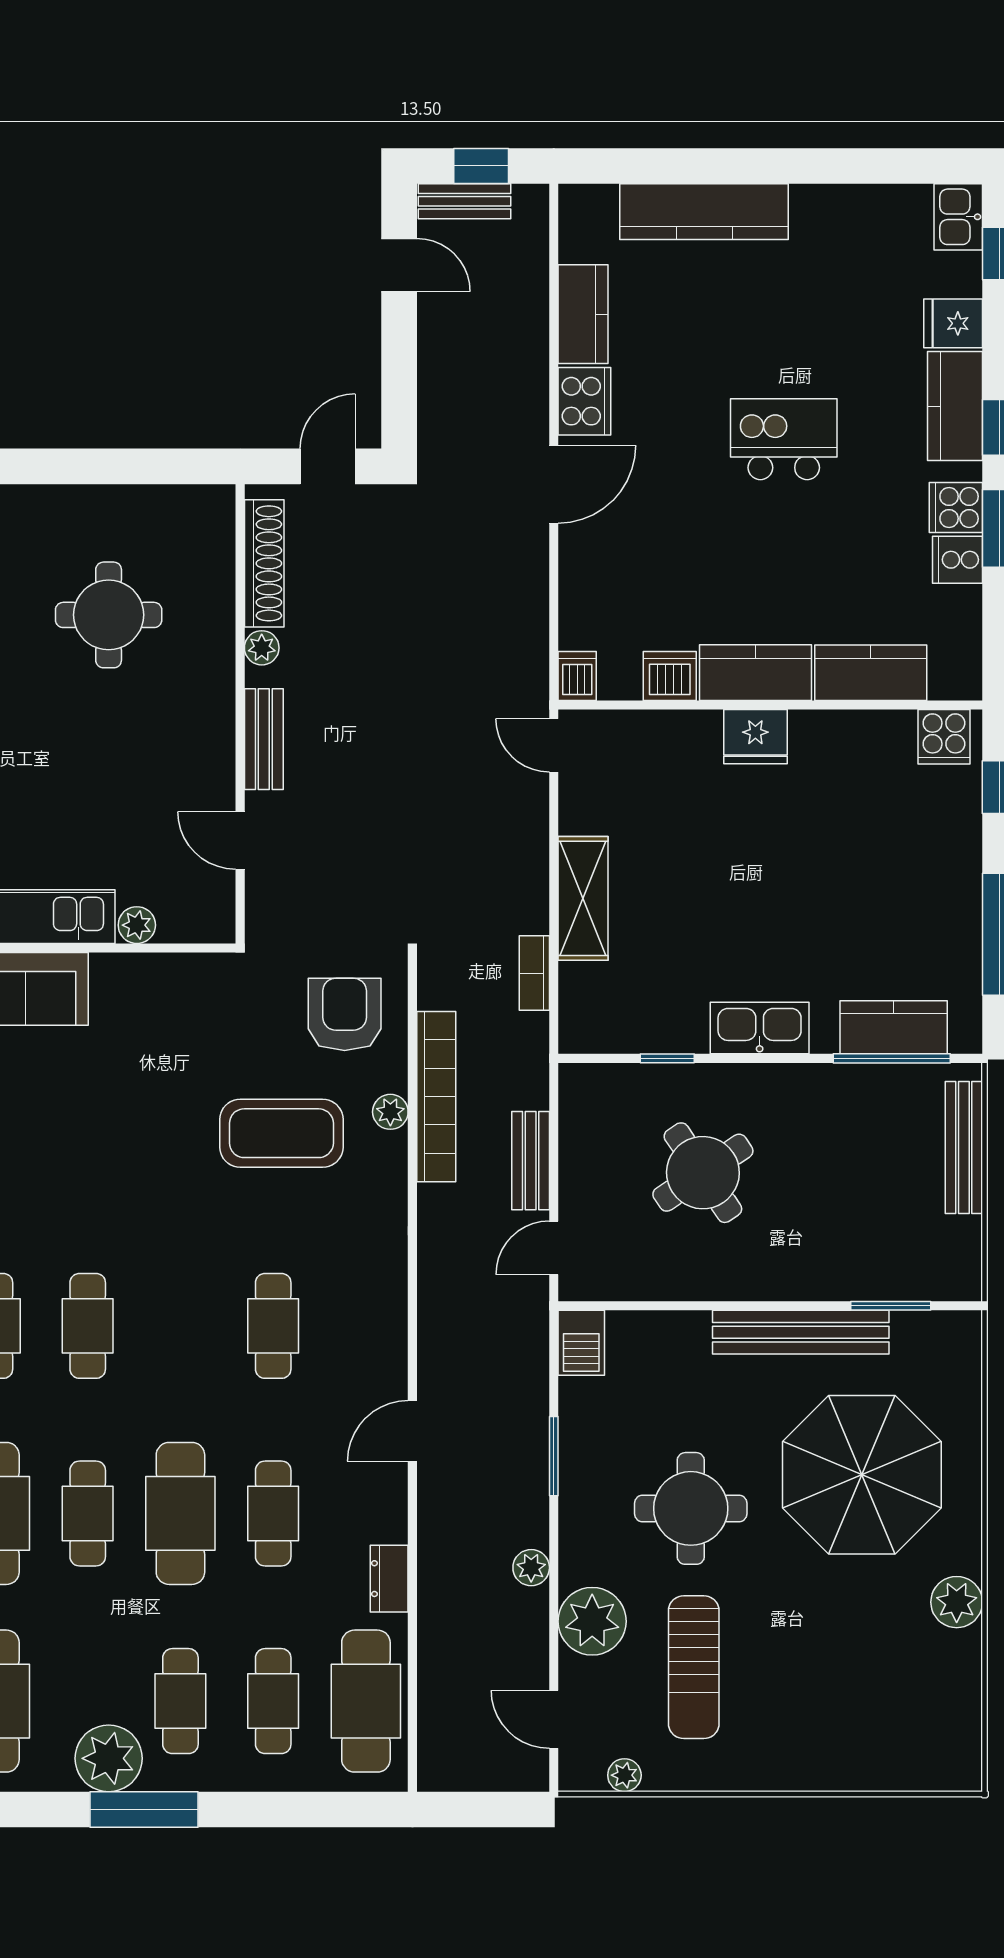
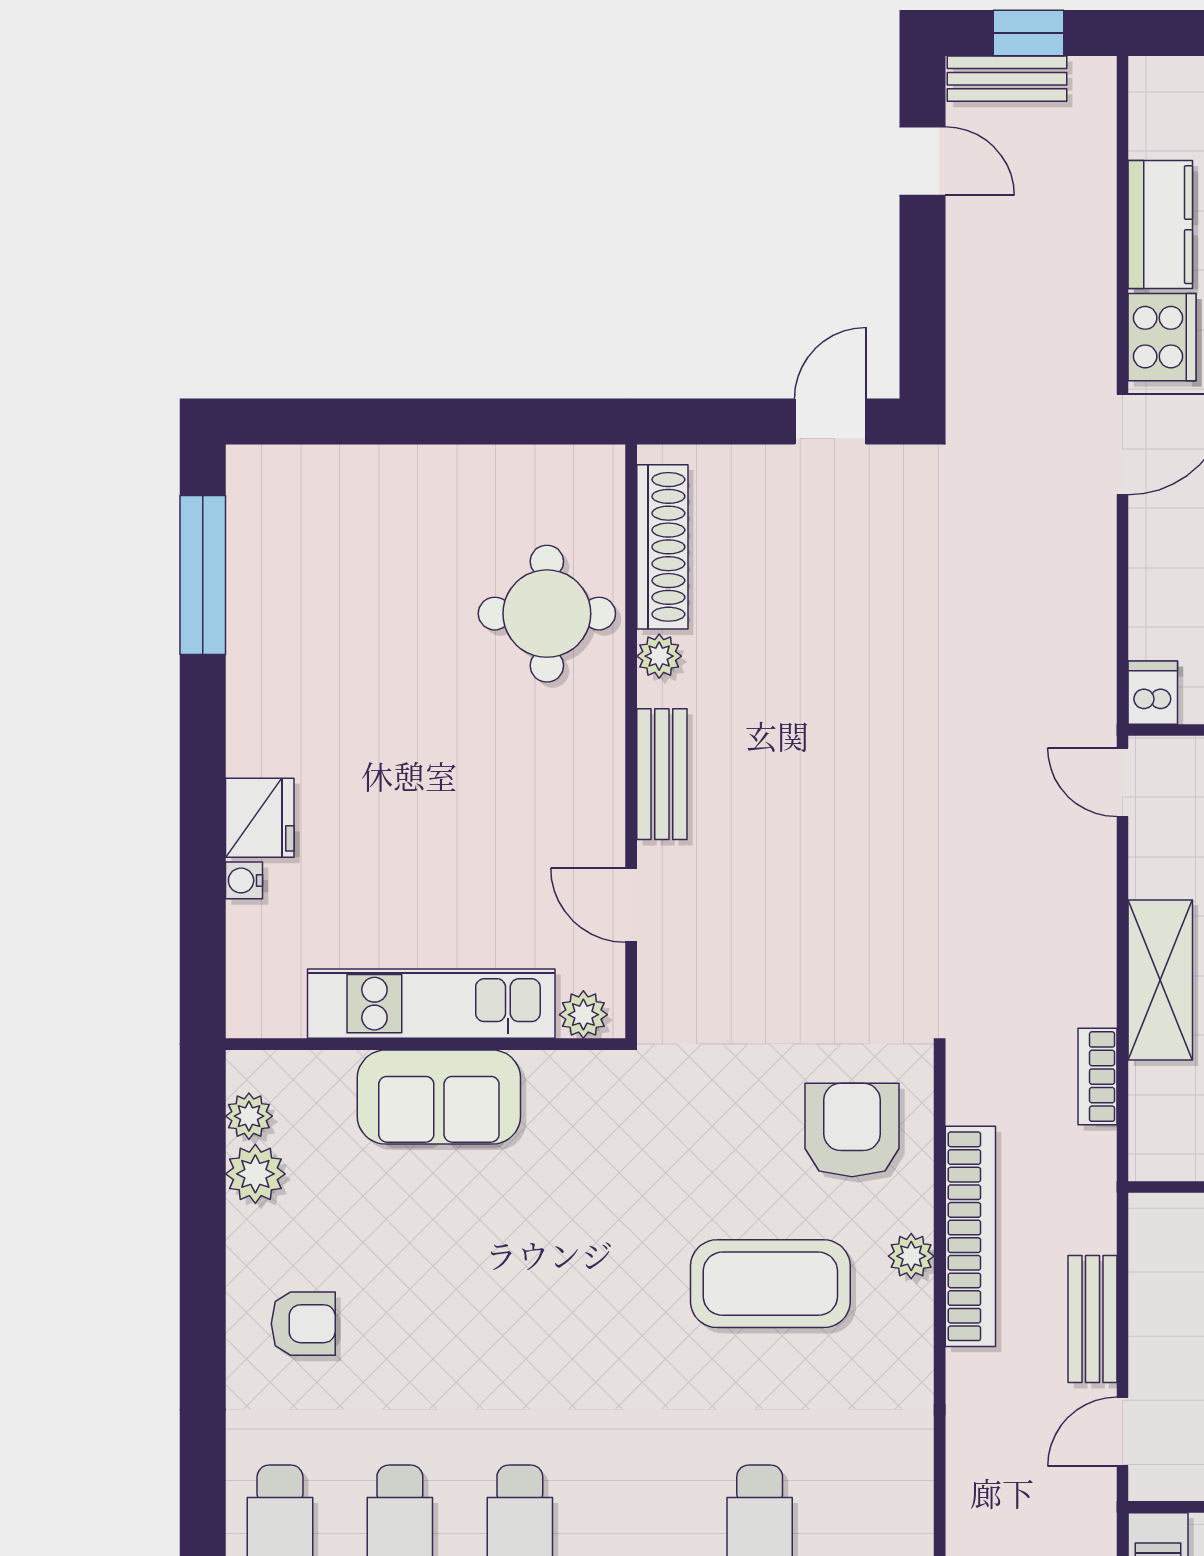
shoe rack: (264, 563) -> (662, 547), moved
plant: (262, 648) -> (659, 656), moved
wall: (240, 714) -> (631, 741), moved
bench: (264, 739) -> (662, 774), moved
door: (240, 840) -> (631, 905), moved

